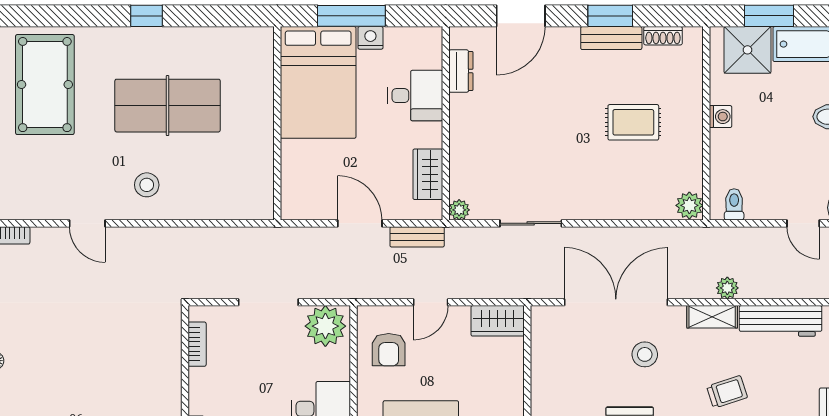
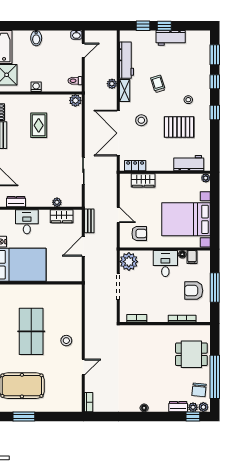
plant: (459, 210) -> (57, 202), moved
wardrobe: (498, 321) -> (143, 180), moved, turned 90
locker: (542, 340) -> (135, 166), added

